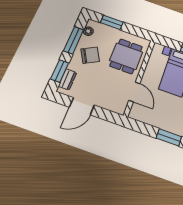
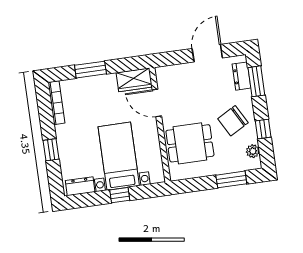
window: (74, 40) -> (263, 129), width x0.46
dining table: (126, 56) -> (190, 143), turned 90
wardrobe: (142, 115) -> (134, 80), added

